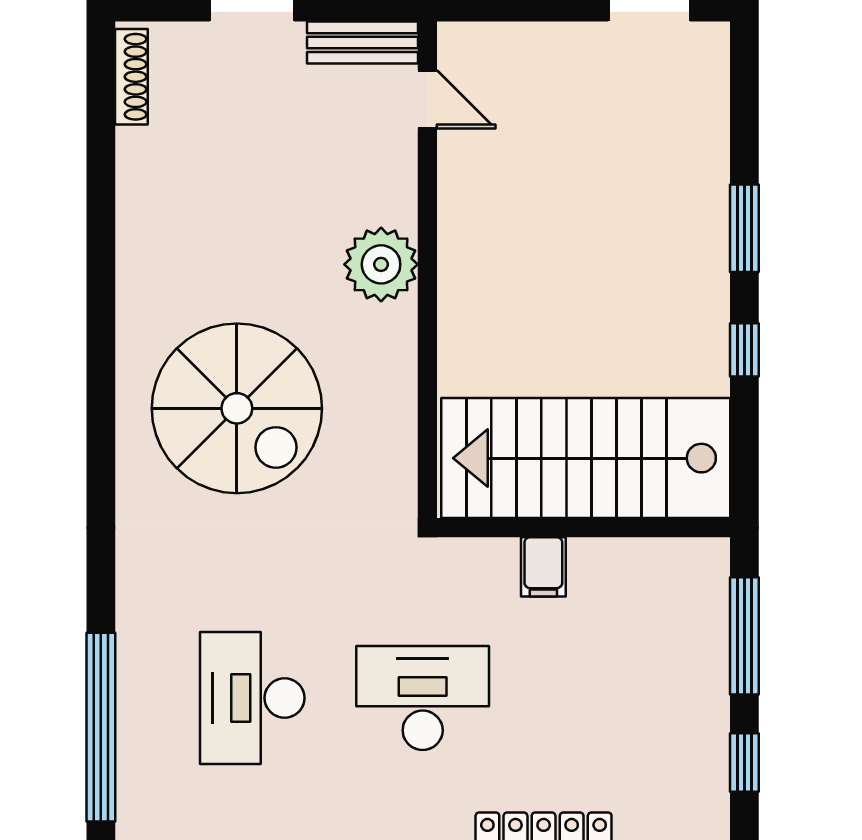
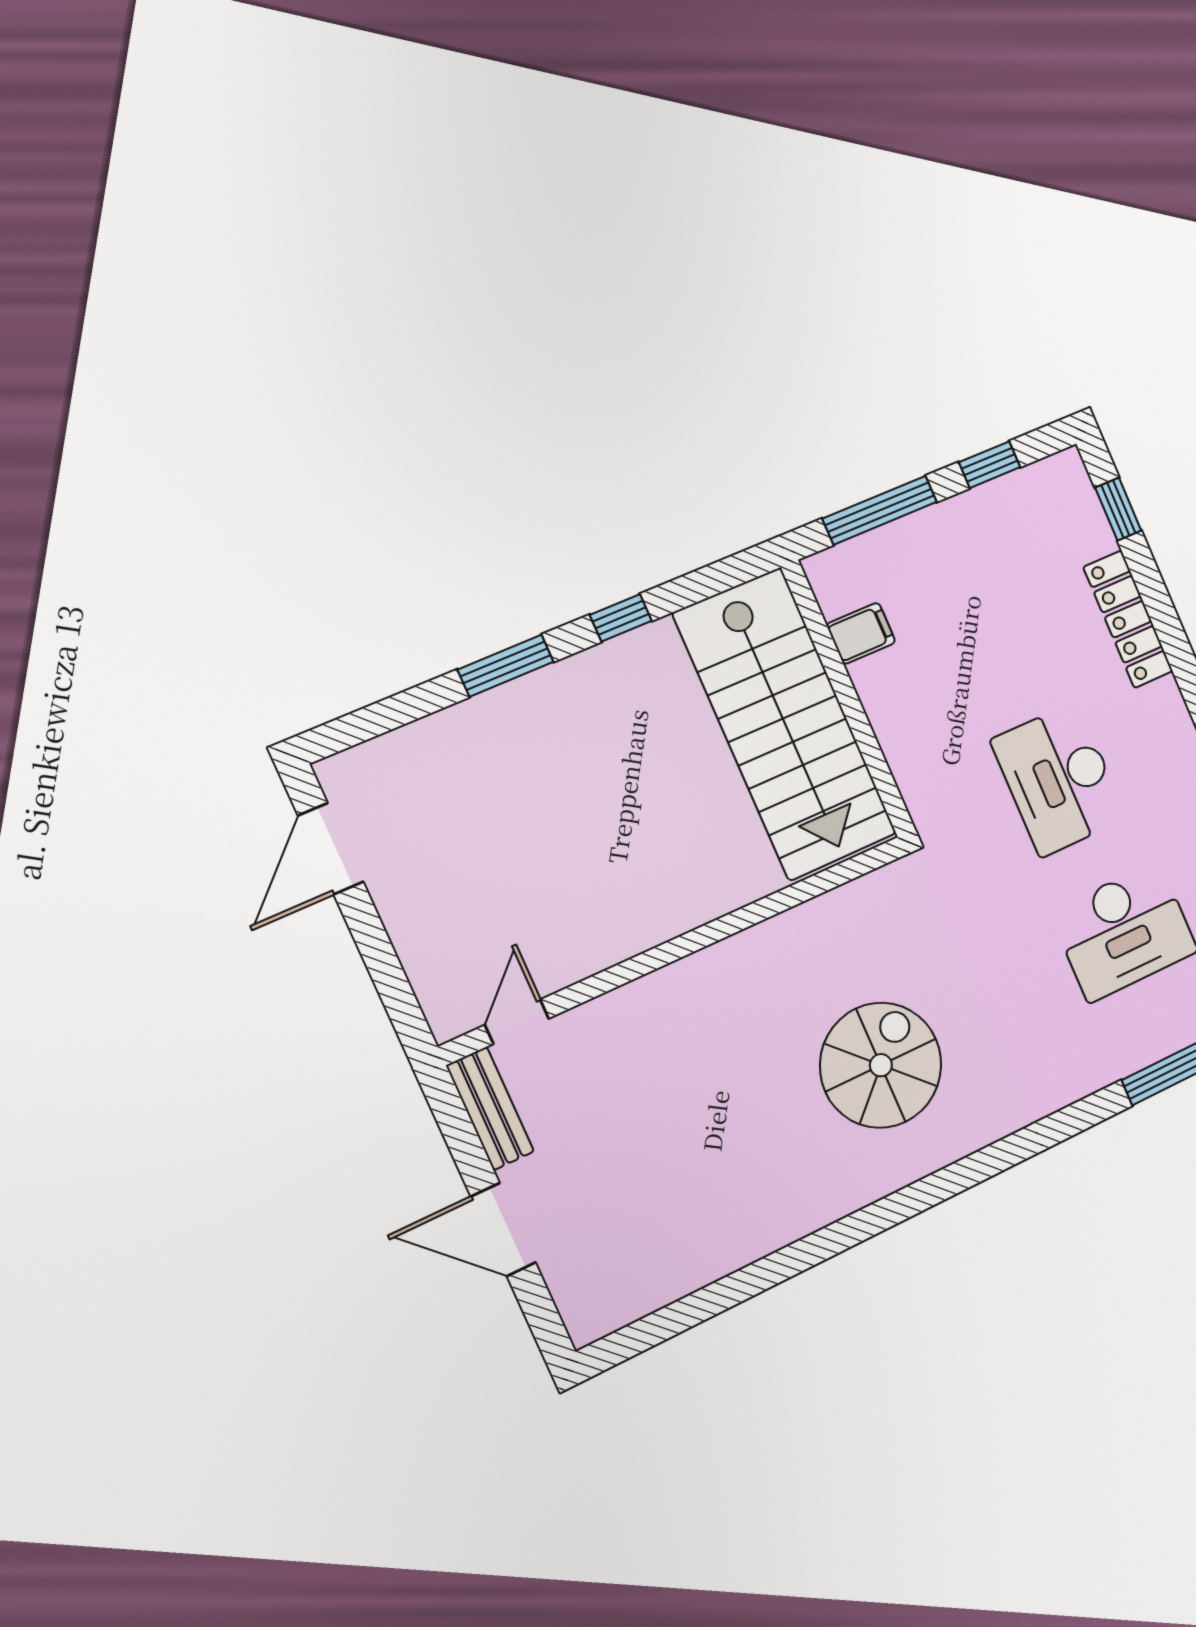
shoe rack: (131, 77) -> (621, 1311), removed
plant: (381, 264) -> (692, 994), removed
spiral stairs: (237, 408) -> (881, 1065), width x0.73, depth x0.73
filing cabinet: (543, 567) -> (861, 633), moved

